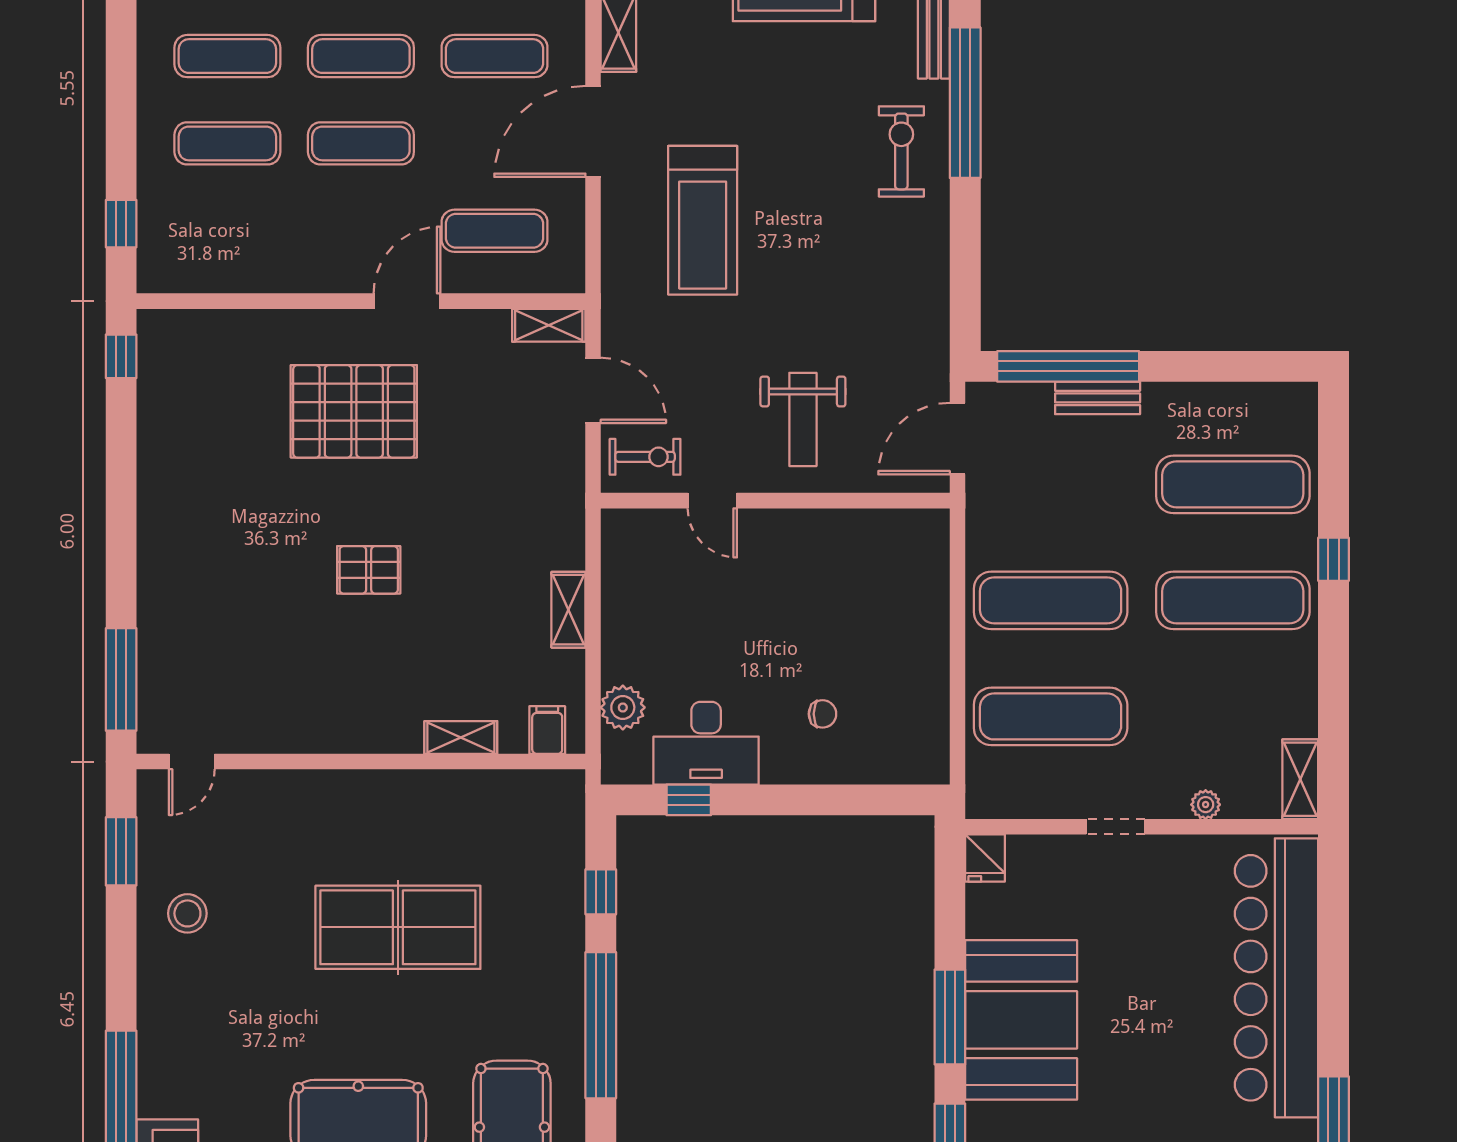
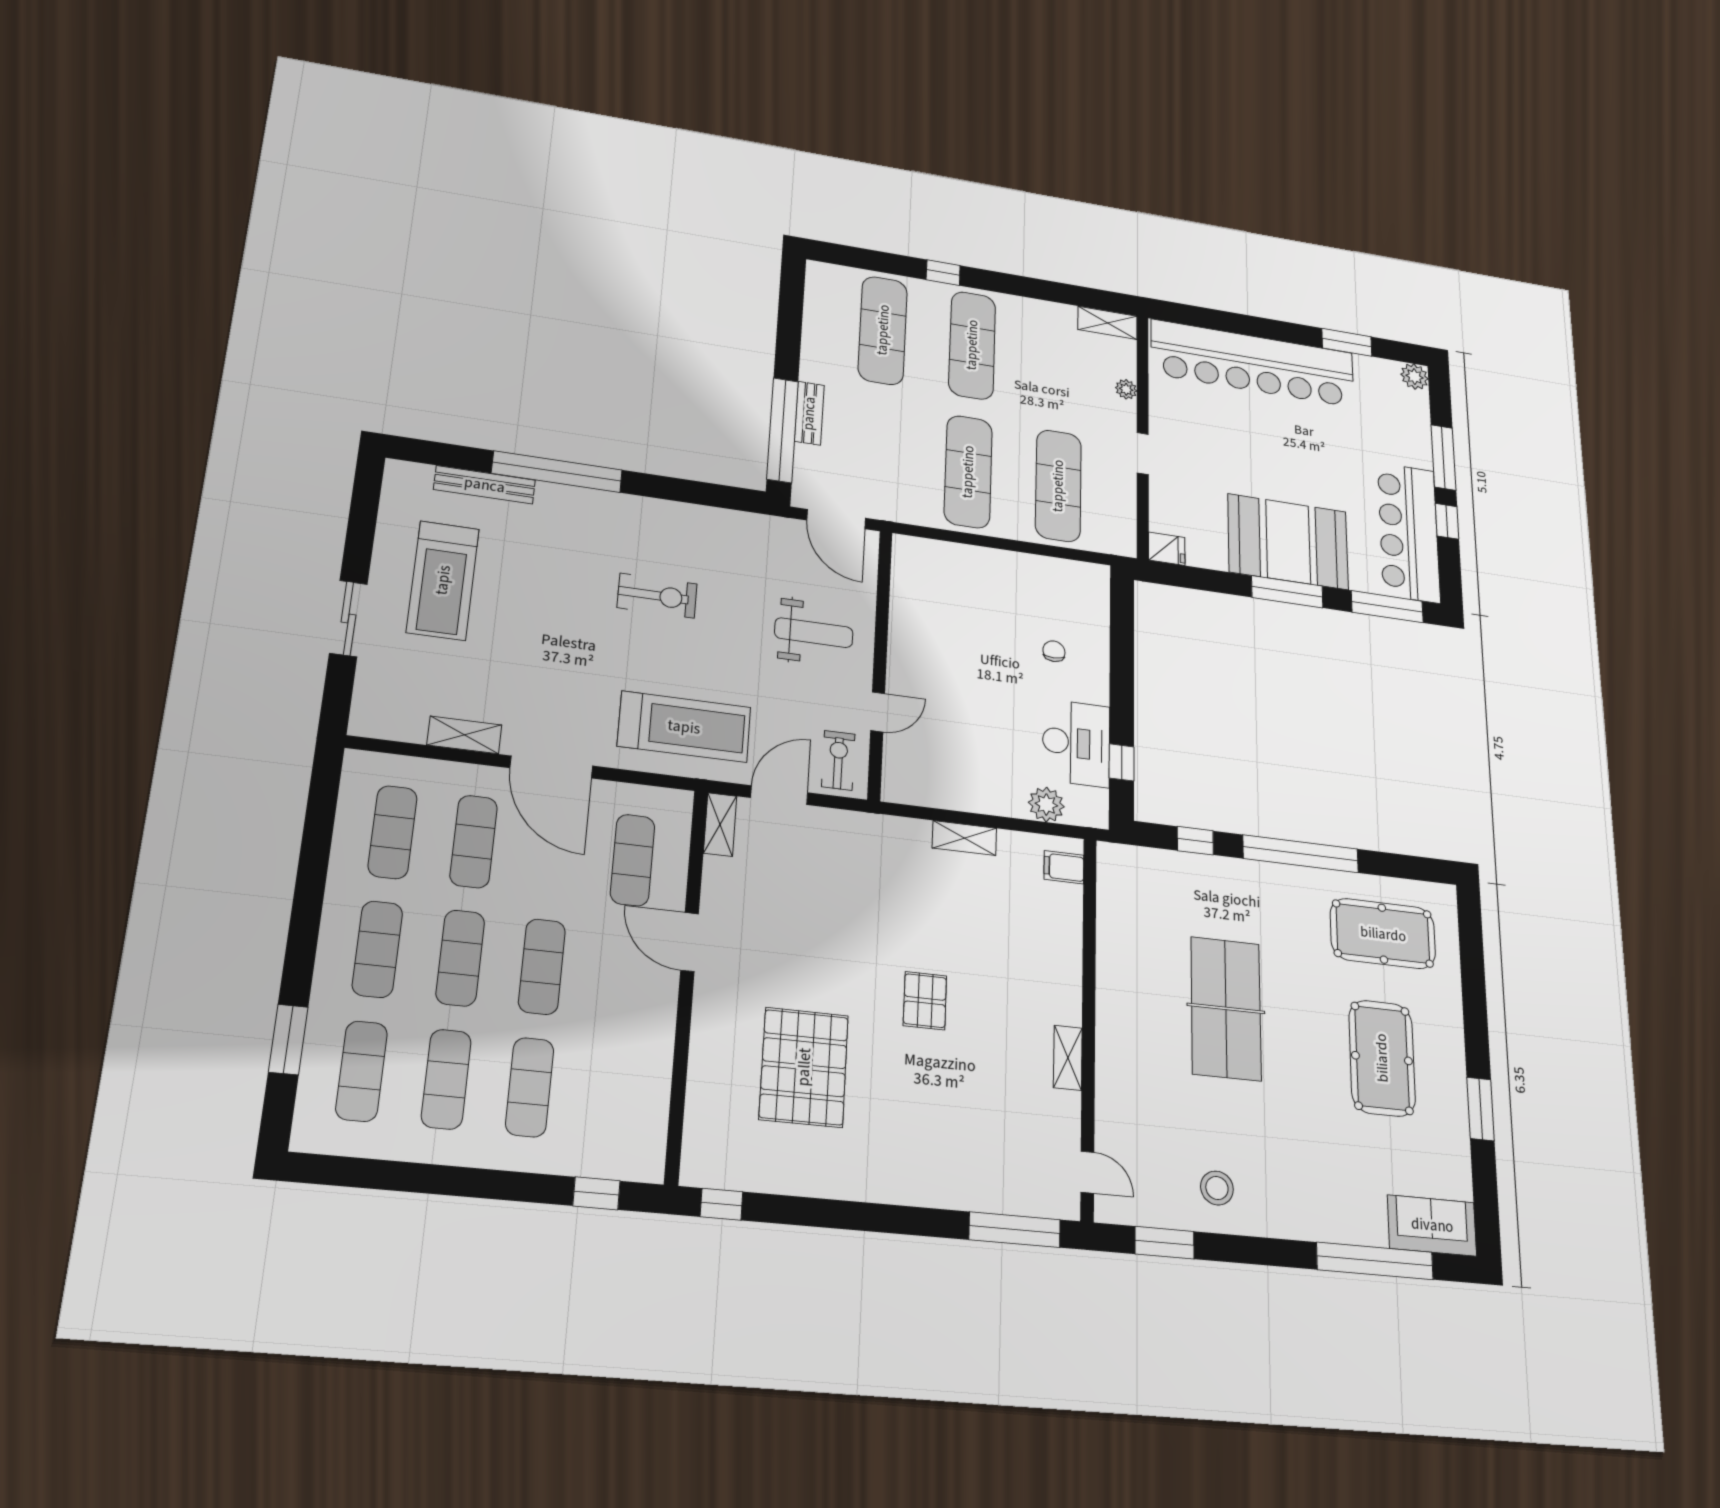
exercise bike: (901, 151) -> (657, 596), moved, turned 180
treadmill: (703, 220) -> (684, 727), moved
pallet: (354, 411) -> (804, 1067), moved
shelving: (461, 737) -> (1068, 1058), moved

